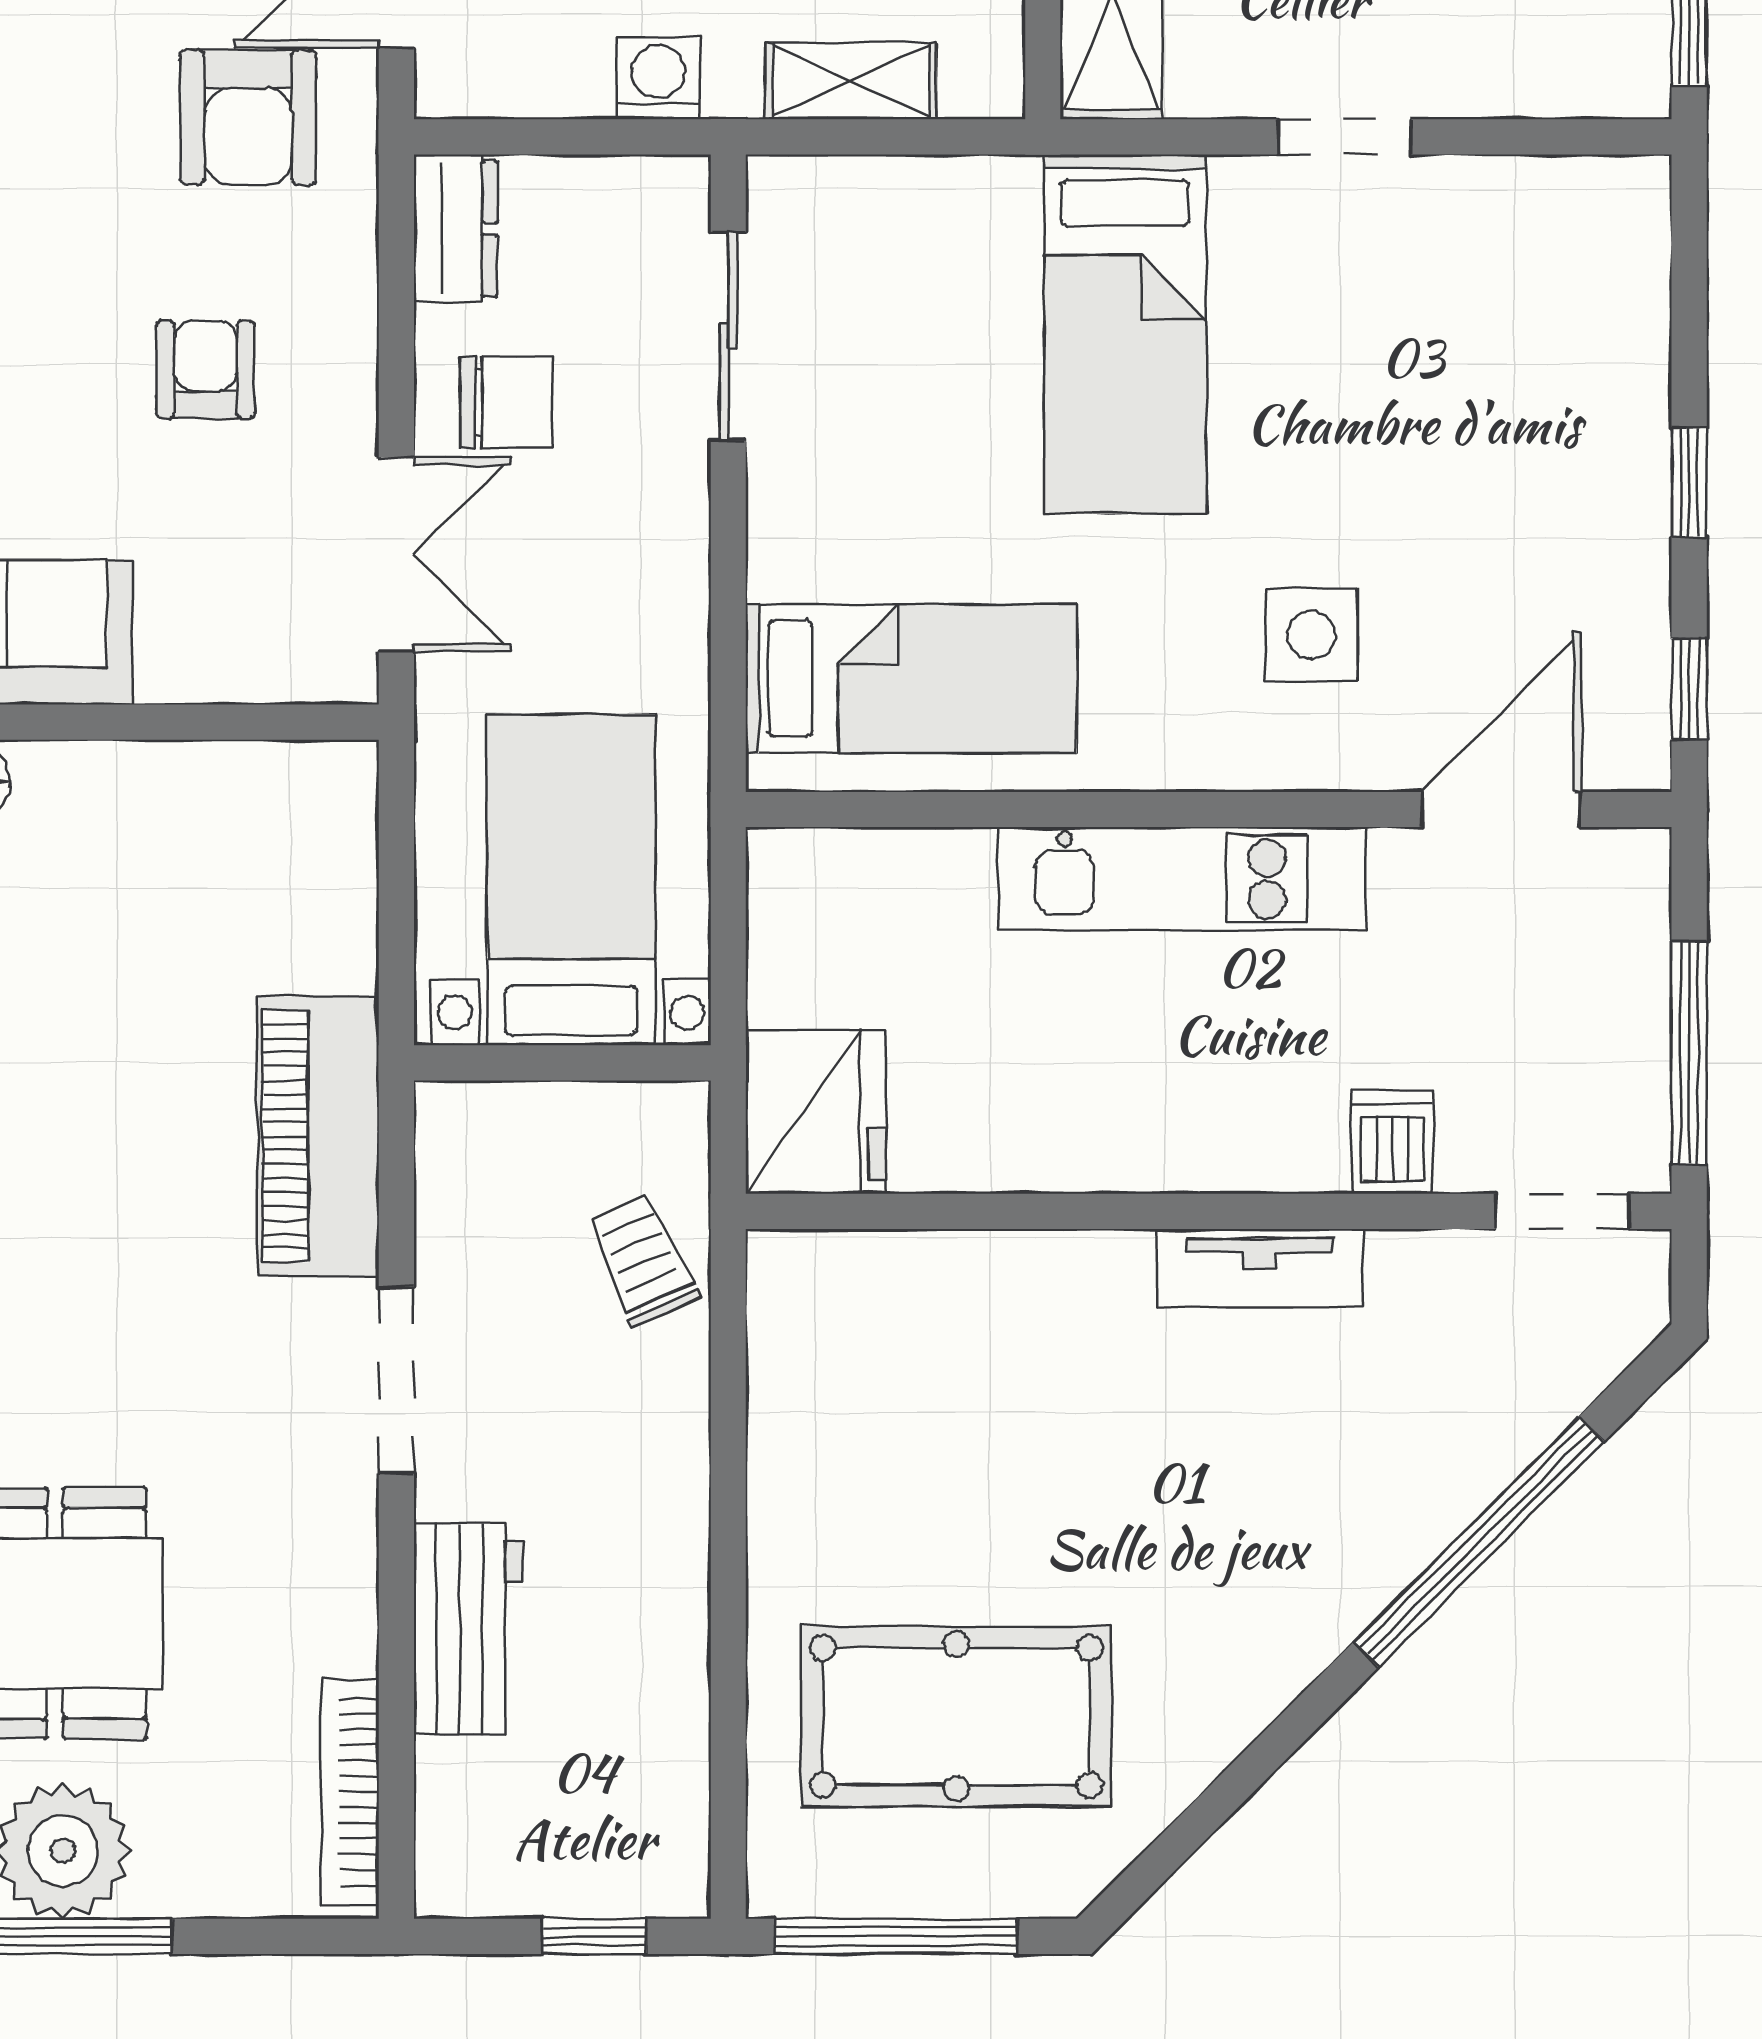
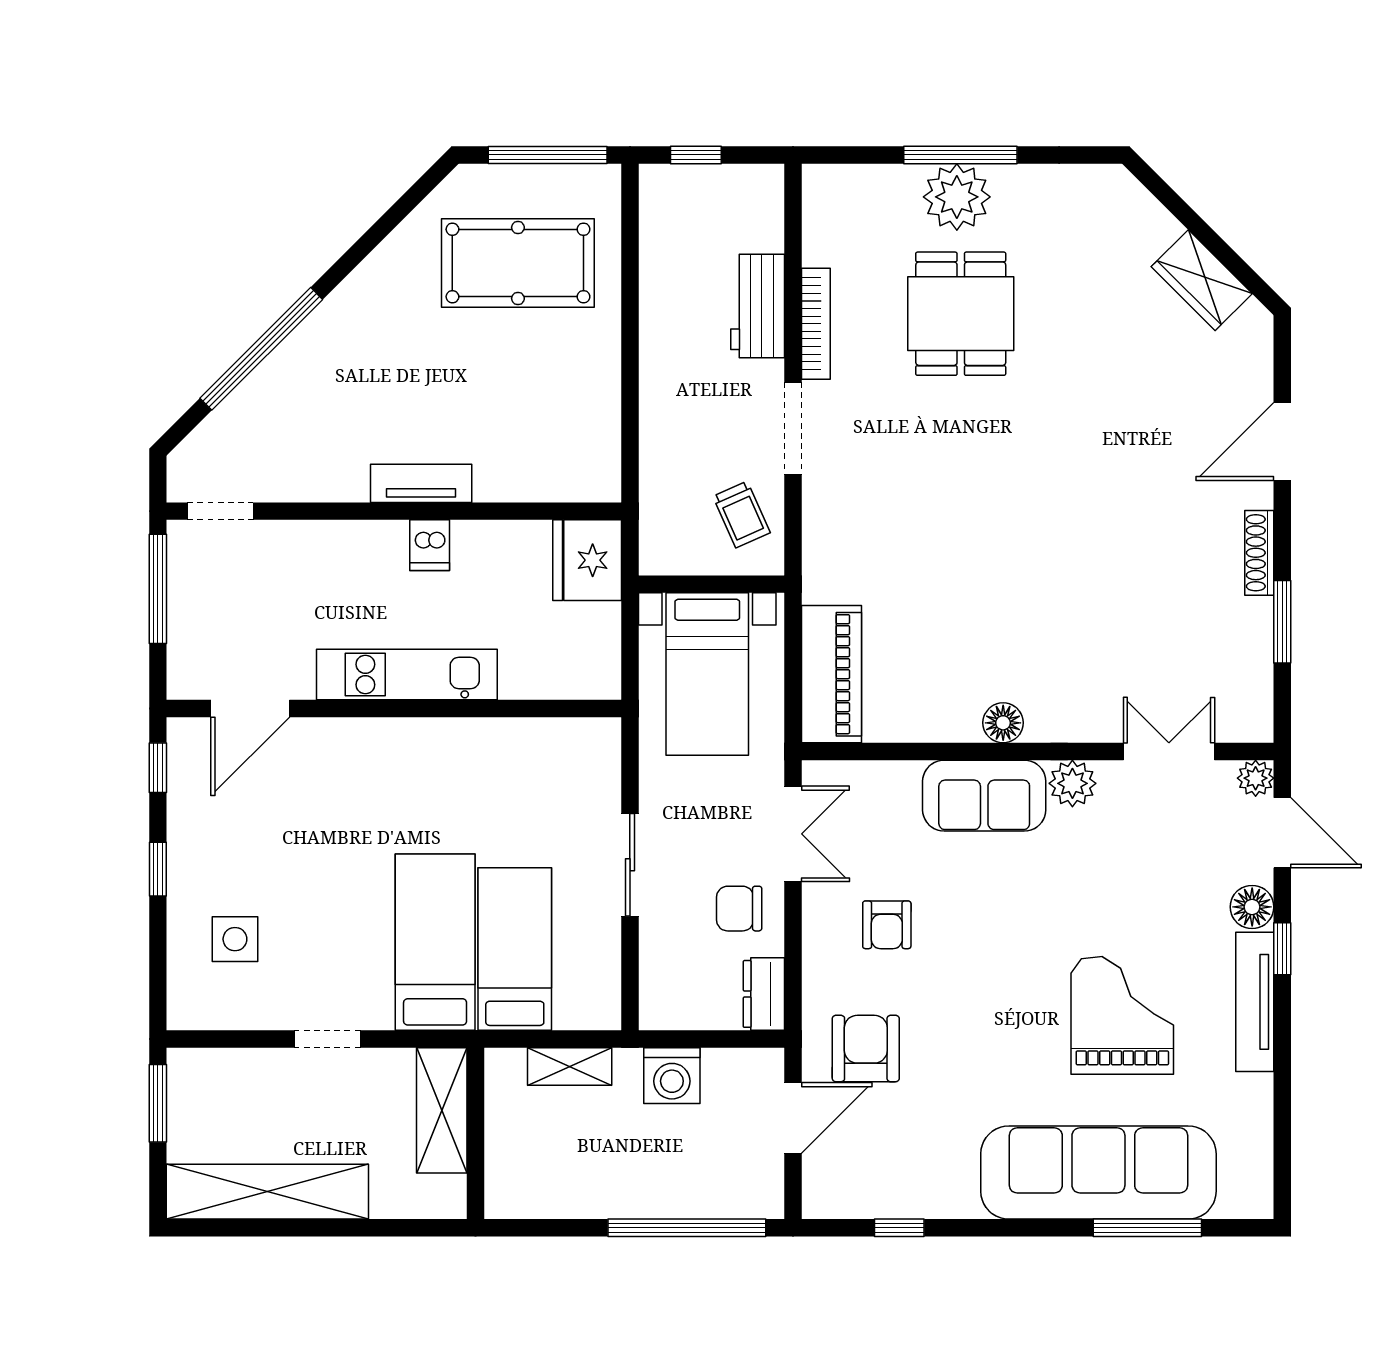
washing machine: (659, 78) -> (672, 1076), width x1.38, depth x1.38
sliding door: (728, 336) -> (630, 865), moved
double door: (396, 554) -> (793, 834), swing flipped
side table: (1311, 635) -> (235, 939), moved
bed: (911, 679) -> (515, 949), moved, turned 90
piano: (318, 1136) -> (831, 674), moved
dishwasher: (1392, 1142) -> (430, 545), moved
trolley: (643, 1260) -> (742, 514), moved
tv unit: (1260, 1268) -> (421, 483), moved
bookcase: (350, 1792) -> (816, 324), moved

